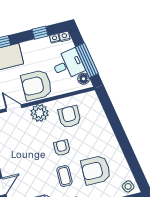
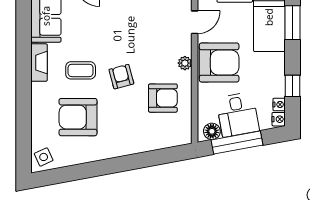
armchair: (37, 85) -> (219, 63), turned 90
plant: (39, 113) -> (185, 63), width x0.53, depth x0.53
armchair: (62, 148) -> (121, 77), turned -105
armchair: (96, 170) -> (78, 117), turned -90

